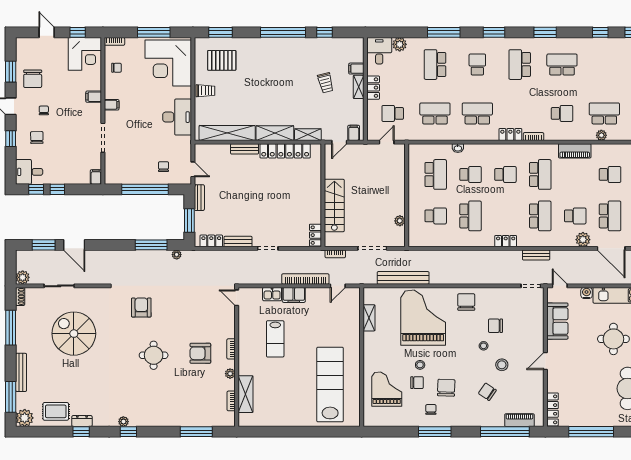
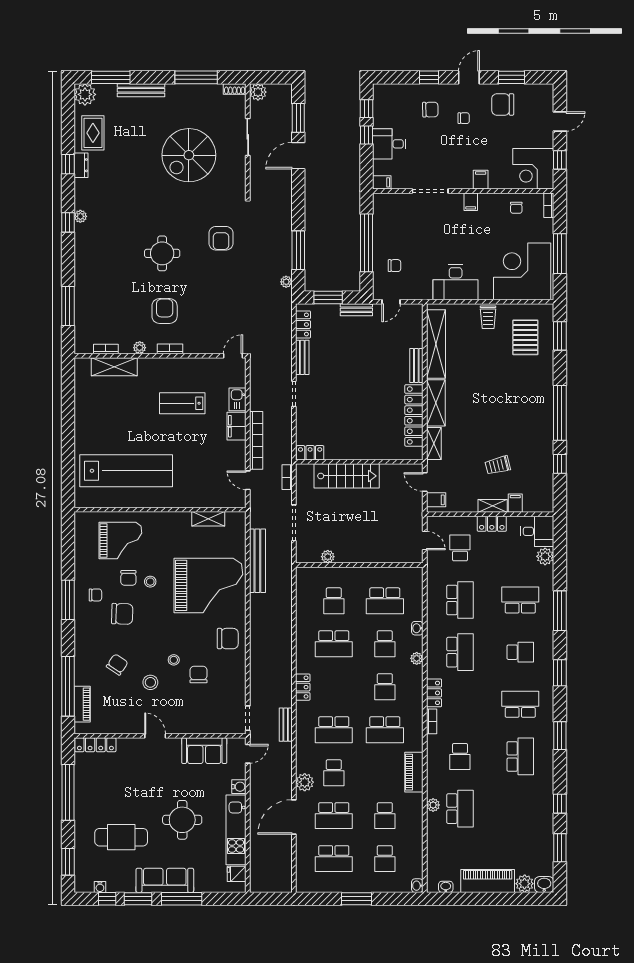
plant: (482, 149) -> (417, 658), added
desk: (29, 172) -> (389, 144), moved, turned -90
armchair: (141, 307) -> (221, 238), turned 90
spiral stairs: (74, 334) -> (189, 155), turned 180

